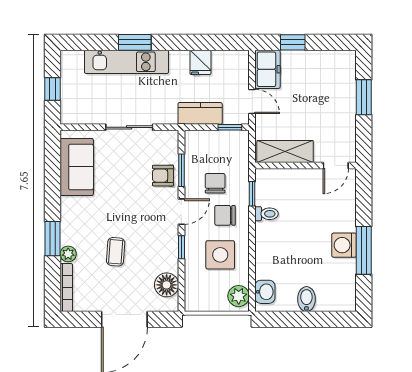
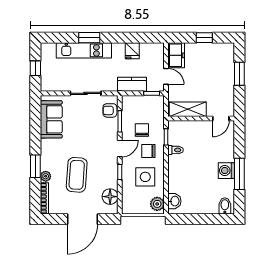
window: (293, 42) -> (204, 38), moved
armchair: (163, 176) -> (110, 110), moved
coffee table: (116, 252) -> (77, 175), width x1.86, depth x1.72
bidet: (306, 299) -> (225, 206), moved

